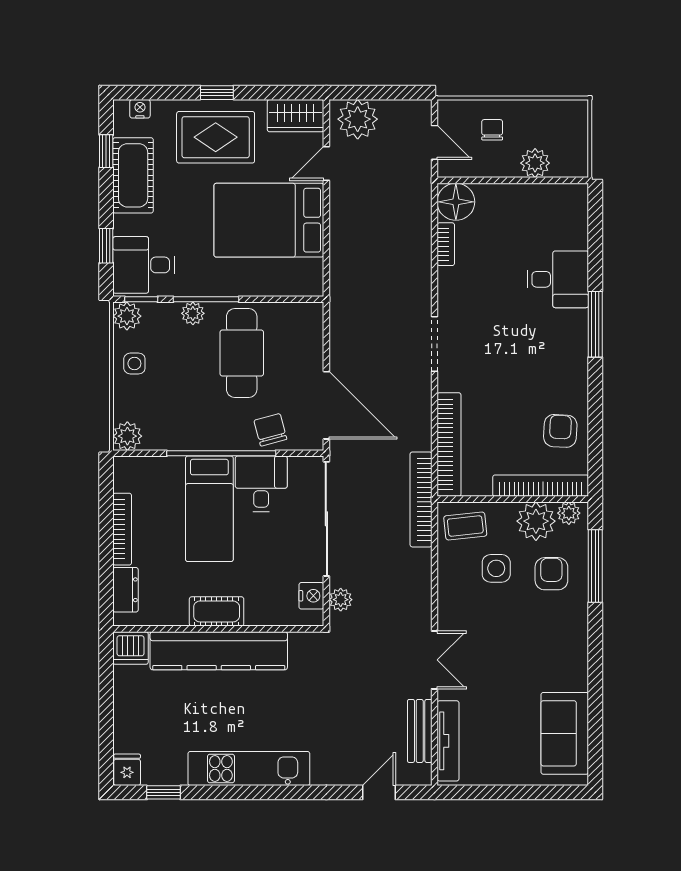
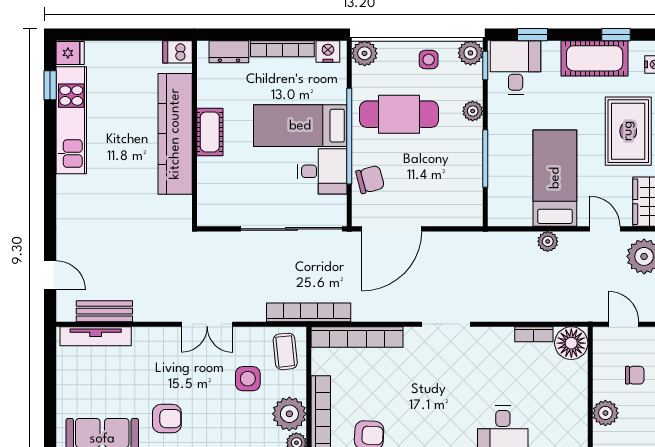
door: (434, 142) -> (624, 324), swing flipped
bed: (269, 220) -> (555, 178), width x0.67
window: (206, 299) -> (485, 158), moved
cafe table: (242, 353) -> (399, 114), moved
armchair: (551, 574) -> (167, 419), moved
nightstand: (311, 596) -> (328, 51), moved, turned 180
plant: (341, 600) -> (548, 241), moved
dishwasher: (130, 648) -> (178, 52), width x0.73
double door: (434, 660) -> (207, 324), moved
kitchen unit: (249, 768) -> (71, 120), moved

